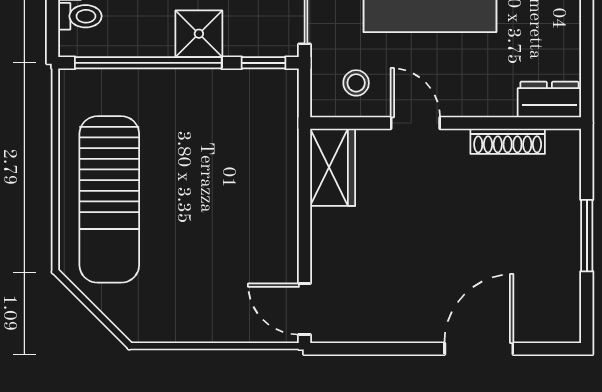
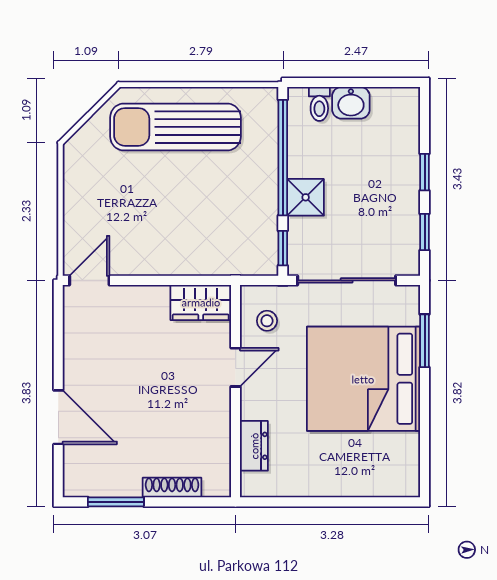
dresser: (549, 99) -> (254, 446), moved
shoe rack: (508, 141) -> (172, 487), moved, turned 90
window: (587, 236) -> (116, 502), moved

